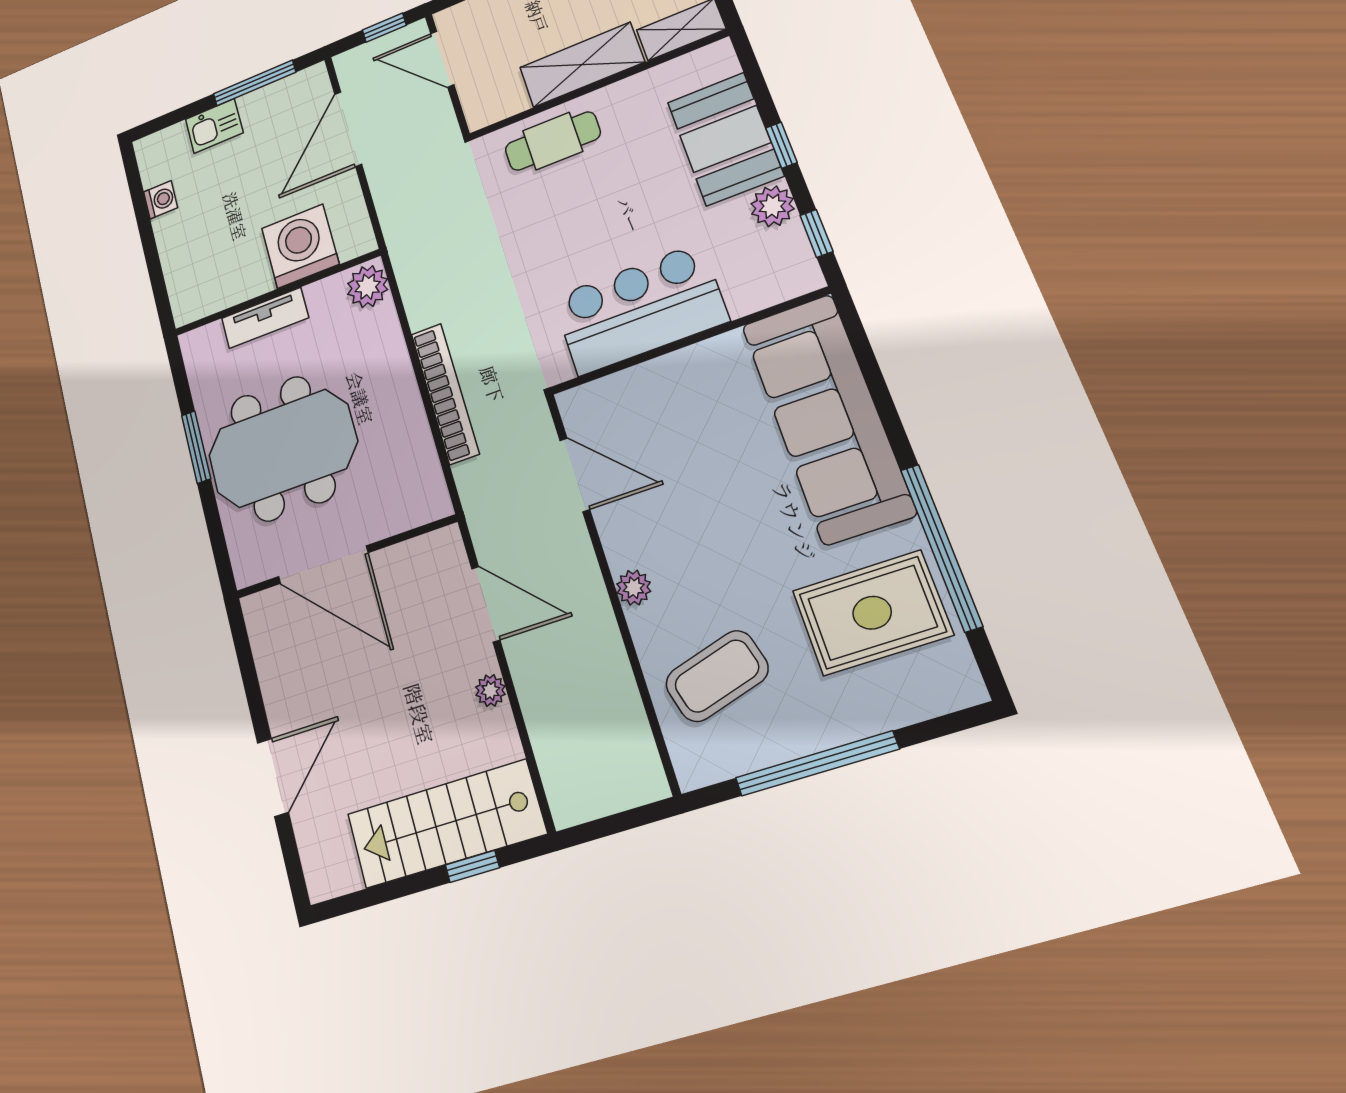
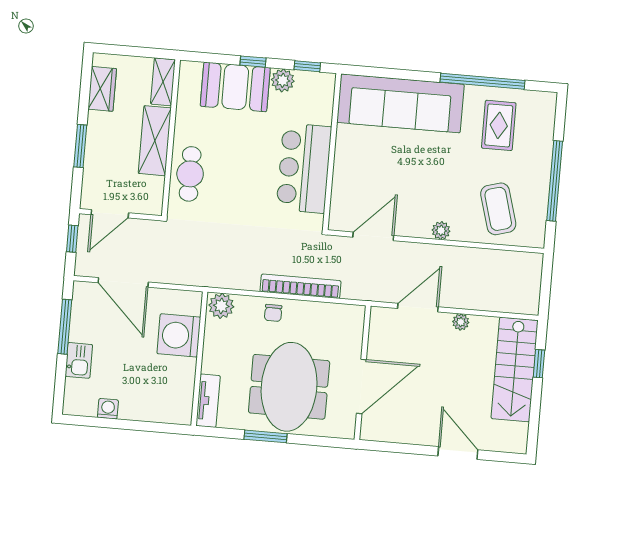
tv unit: (265, 318) -> (208, 401), moved
chair: (387, 370) -> (273, 313), added
rug: (872, 613) -> (499, 125), width x0.73, depth x0.70

